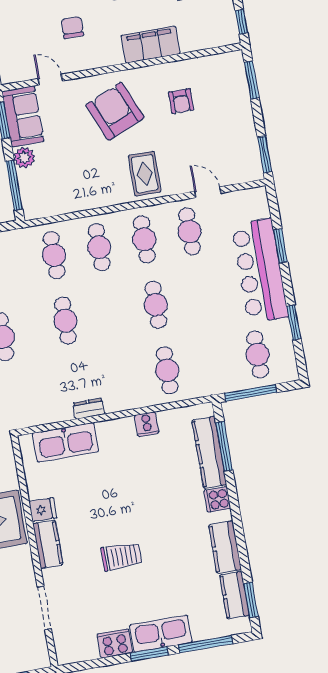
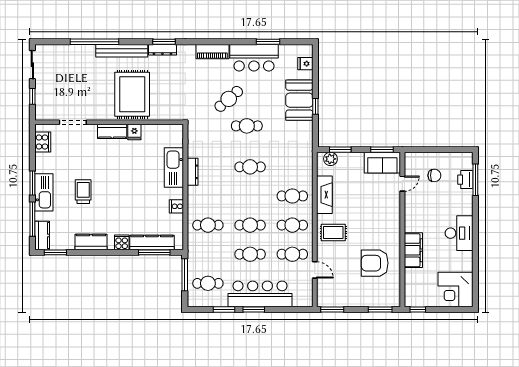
chair: (72, 27) -> (434, 175), moved
armchair: (181, 101) -> (375, 263), width x1.88, depth x1.88
armchair: (115, 111) -> (376, 221), removed
plant: (24, 157) -> (330, 159), moved
window: (14, 185) -> (340, 150), width x0.69
door: (208, 192) -> (315, 270), hinge flipped
fireplace: (88, 198) -> (324, 195), added
window: (280, 246) -> (254, 310), moved
cafe table: (54, 255) -> (250, 254), moved
dresser: (89, 408) -> (193, 172), width x1.44
kitchen sink: (66, 442) -> (174, 168), moved
trolley: (121, 556) -> (83, 192), moved, turned 180
kitchen counter: (235, 595) -> (42, 236), moved, turned 90
cooker: (115, 643) -> (43, 142), moved

